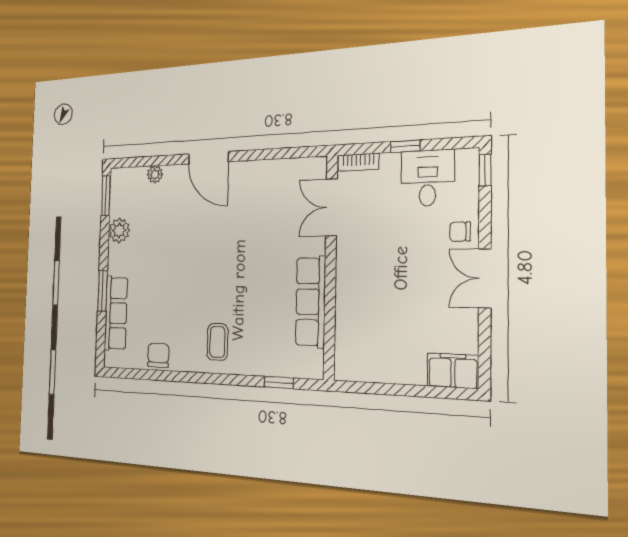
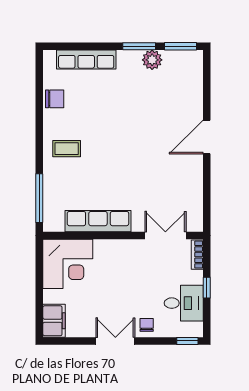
plant: (155, 174) -> (196, 91), removed
window: (102, 291) -> (139, 46), moved
corner desk: (369, 346) -> (68, 264), added
window: (279, 383) -> (39, 198), width x2.17

